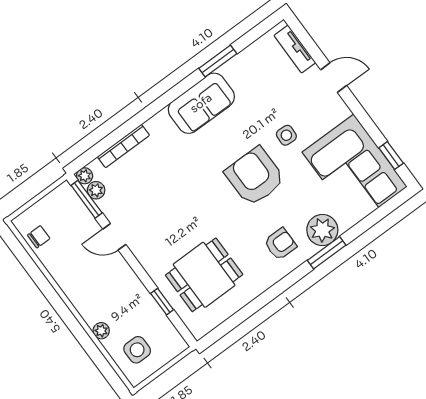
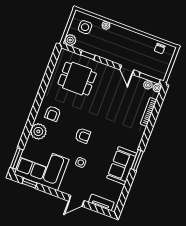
window: (218, 61) -> (137, 160), moved
sofa: (201, 103) -> (122, 166), moved
armchair: (255, 176) -> (83, 136), width x0.53, depth x0.53
door: (114, 237) -> (127, 70), swing flipped
window: (327, 253) -> (17, 159), moved
dining table: (204, 275) -> (77, 79), turned 90
plant: (175, 344) -> (70, 40), added

